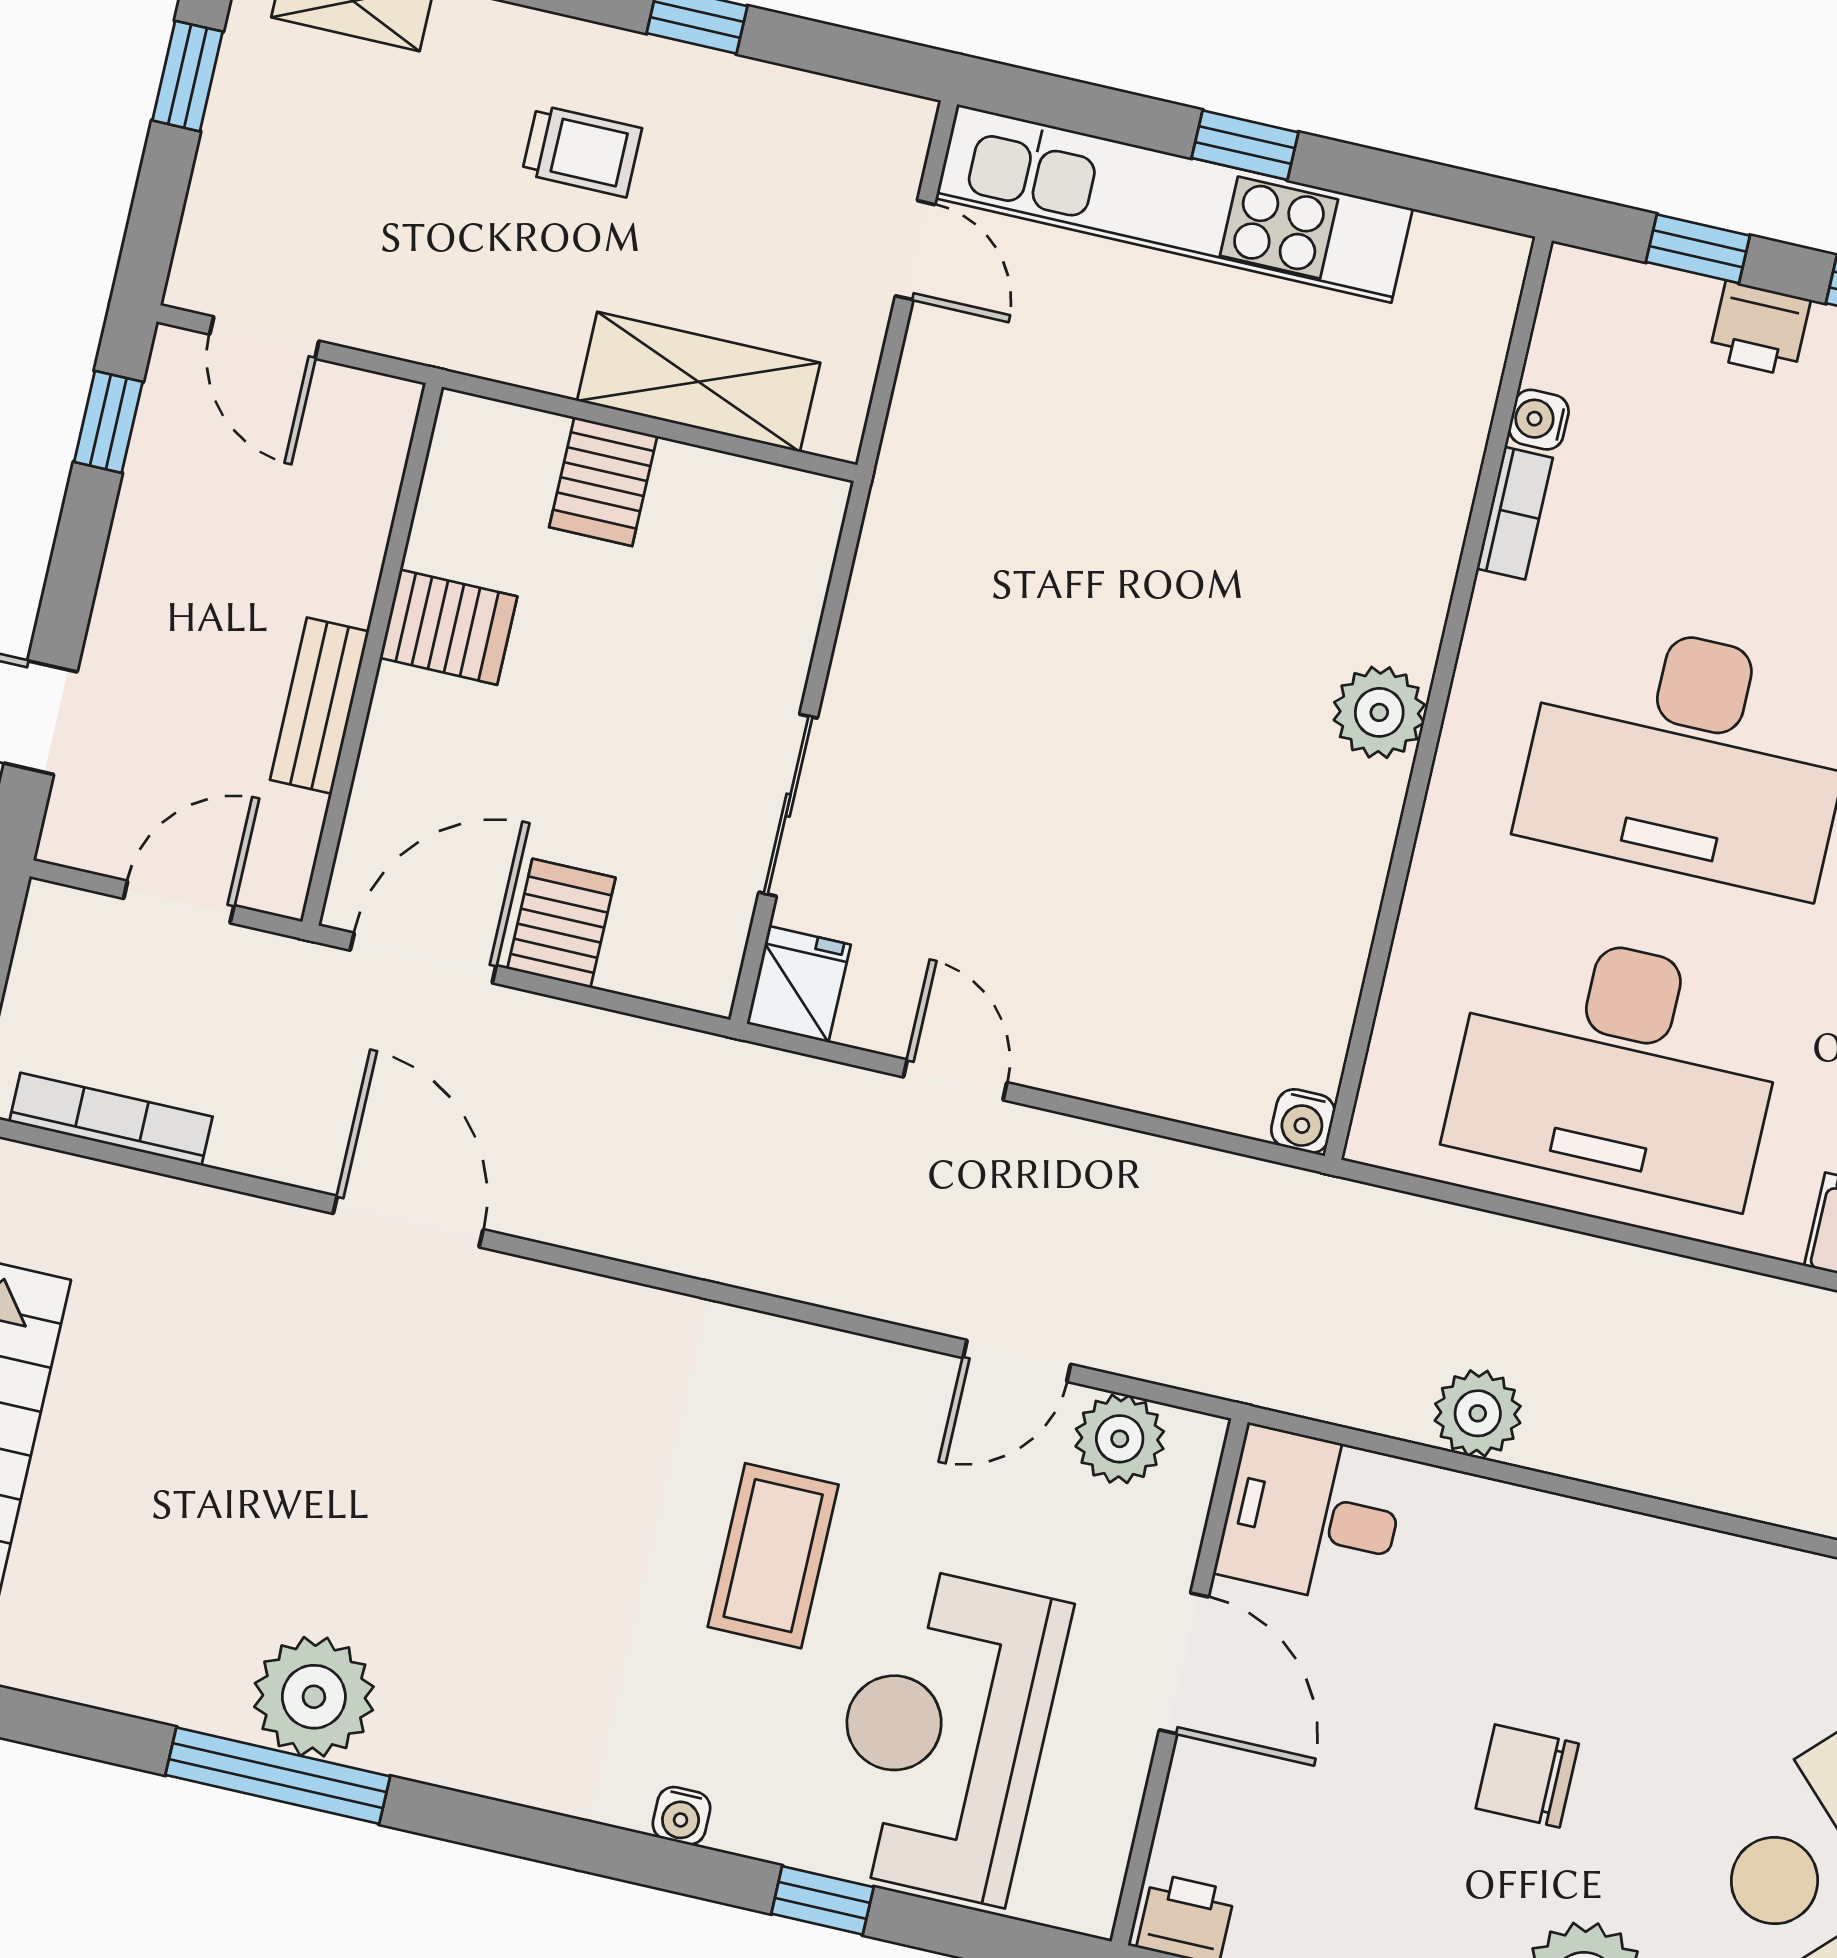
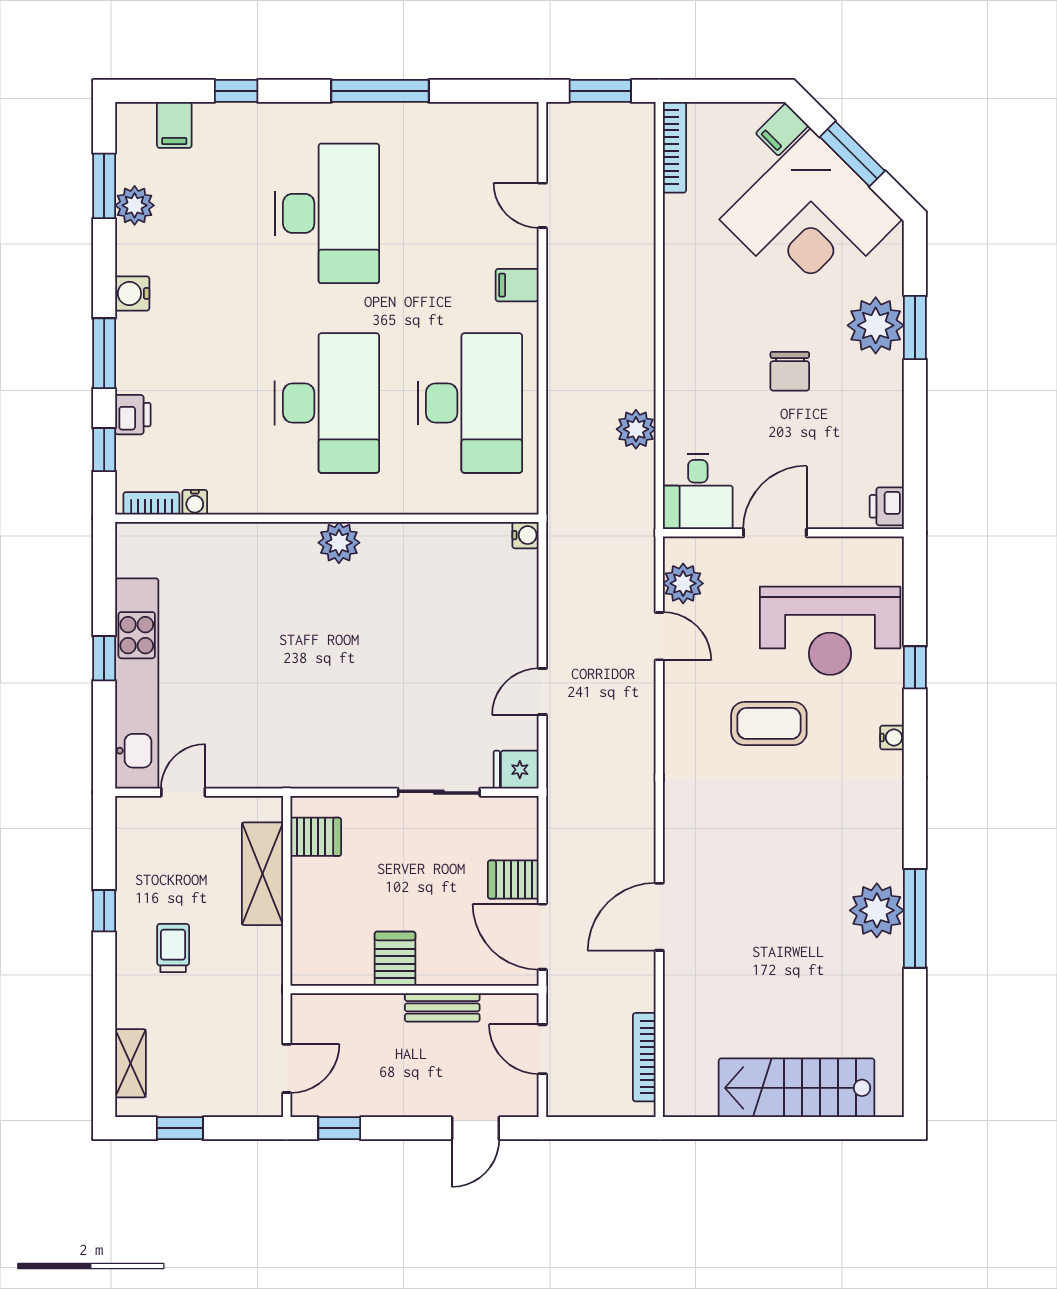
server rack: (603, 482) -> (316, 837), moved
bookcase: (1515, 513) -> (151, 503), moved

